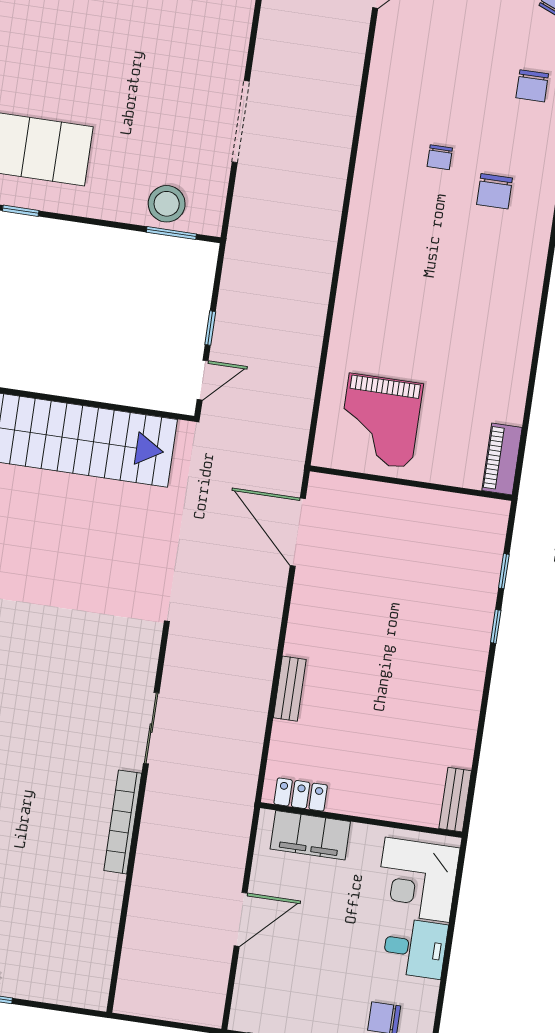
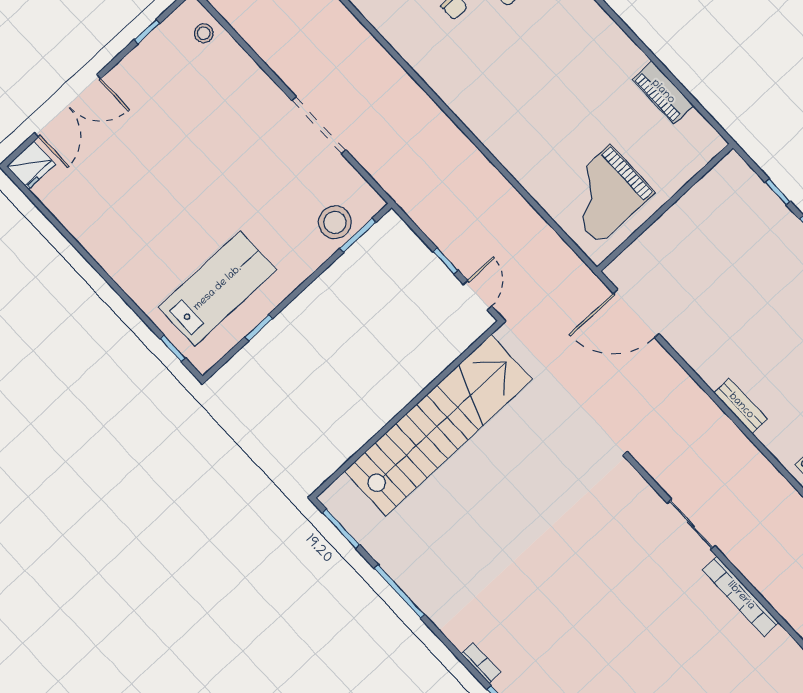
grand piano: (380, 421) -> (605, 194), turned 90
piano: (502, 459) -> (663, 92), moved

